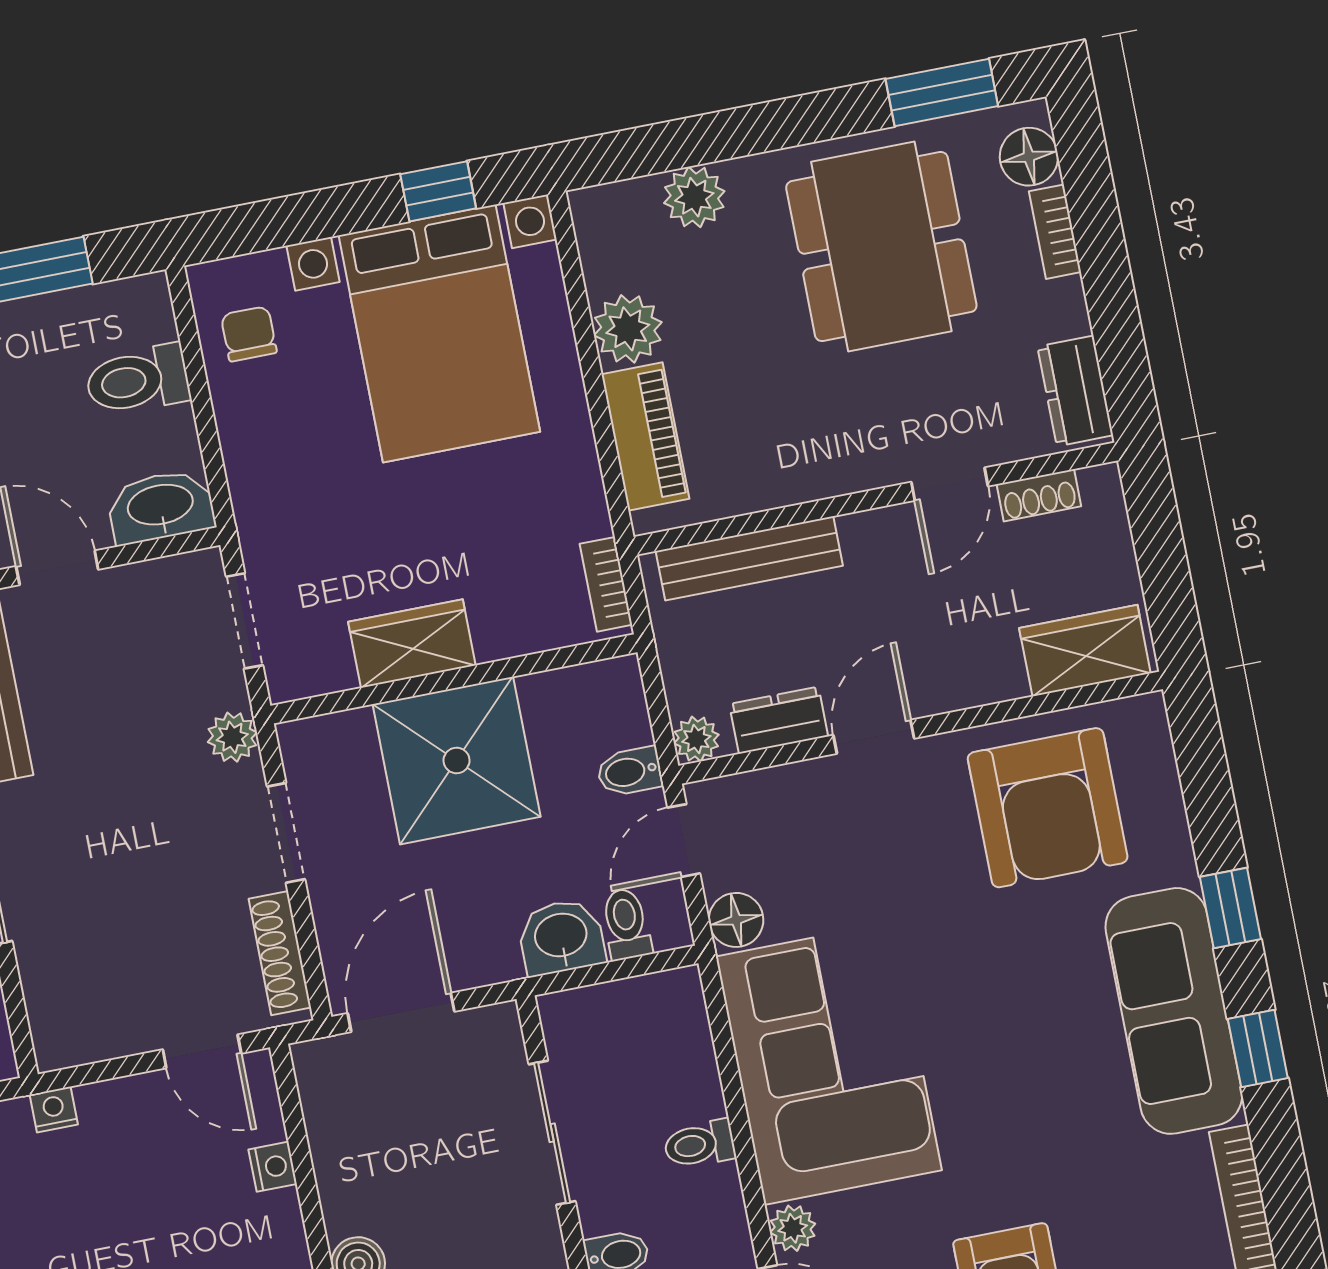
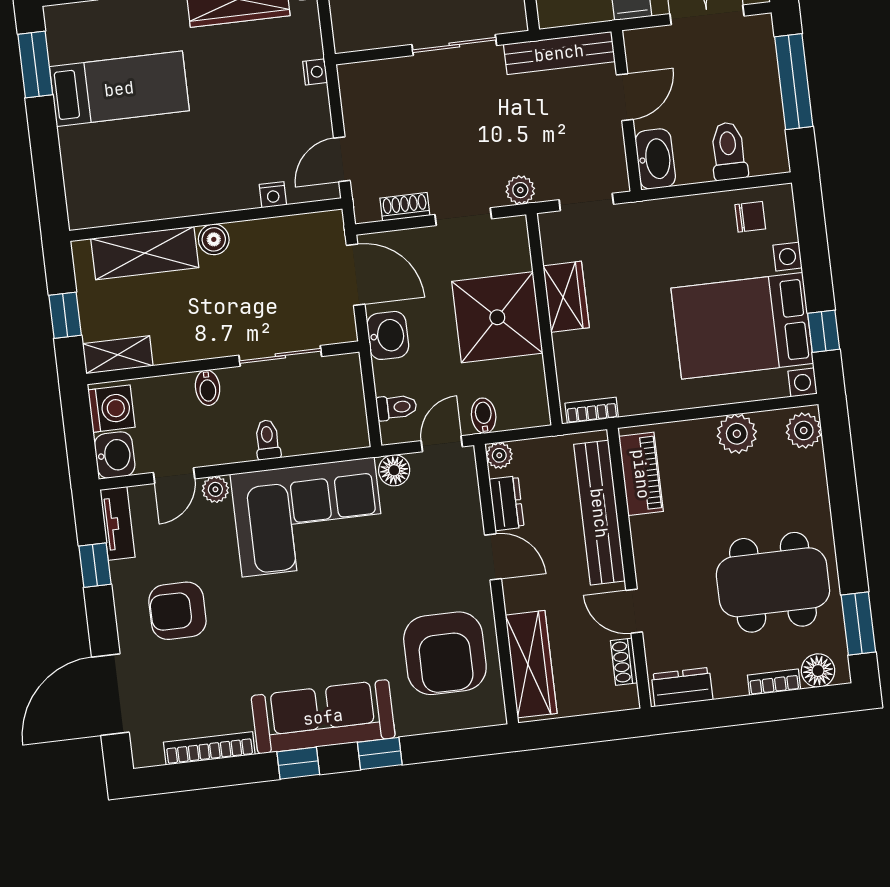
plant: (694, 197) -> (804, 430), moved
piano: (645, 437) -> (641, 474), moved, turned -90
bench: (749, 558) -> (599, 513), width x1.37, depth x1.21
wardrobe: (1085, 651) -> (531, 664), width x1.50
armchair: (1048, 808) -> (445, 653), turned -90
door: (684, 841) -> (442, 444), hinge flipped
washbasin: (561, 937) -> (388, 335), moved
shoe rack: (280, 953) -> (405, 207), width x0.70

